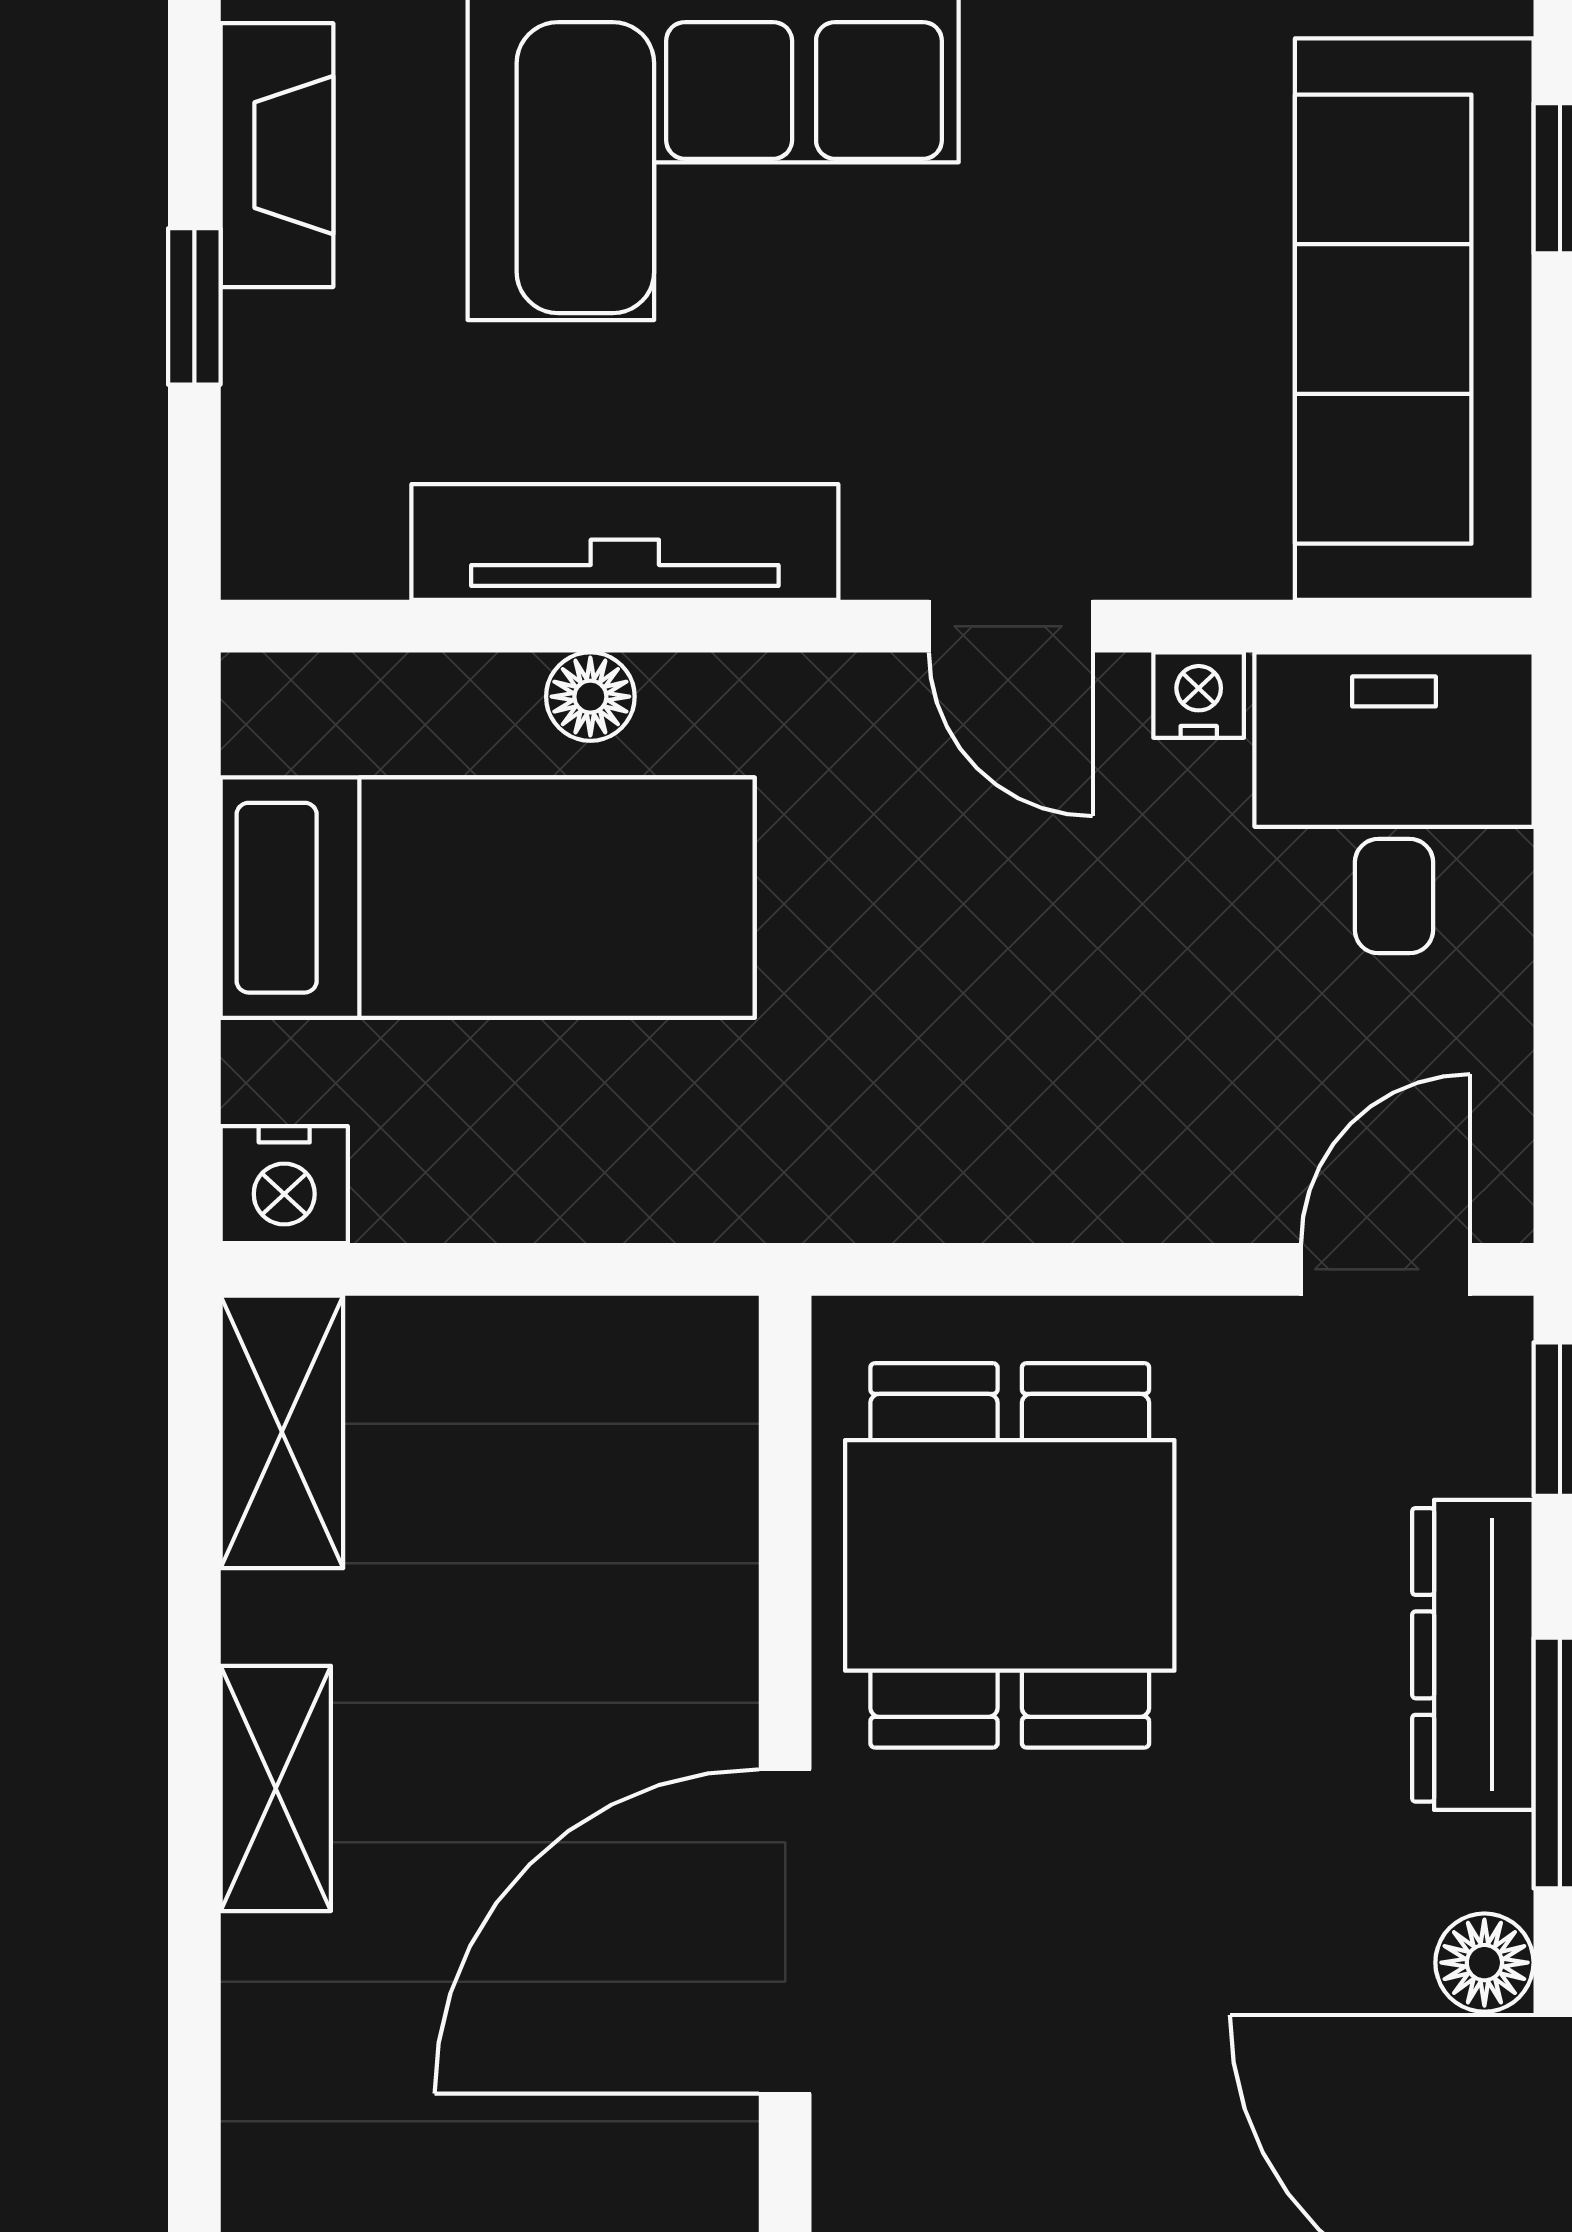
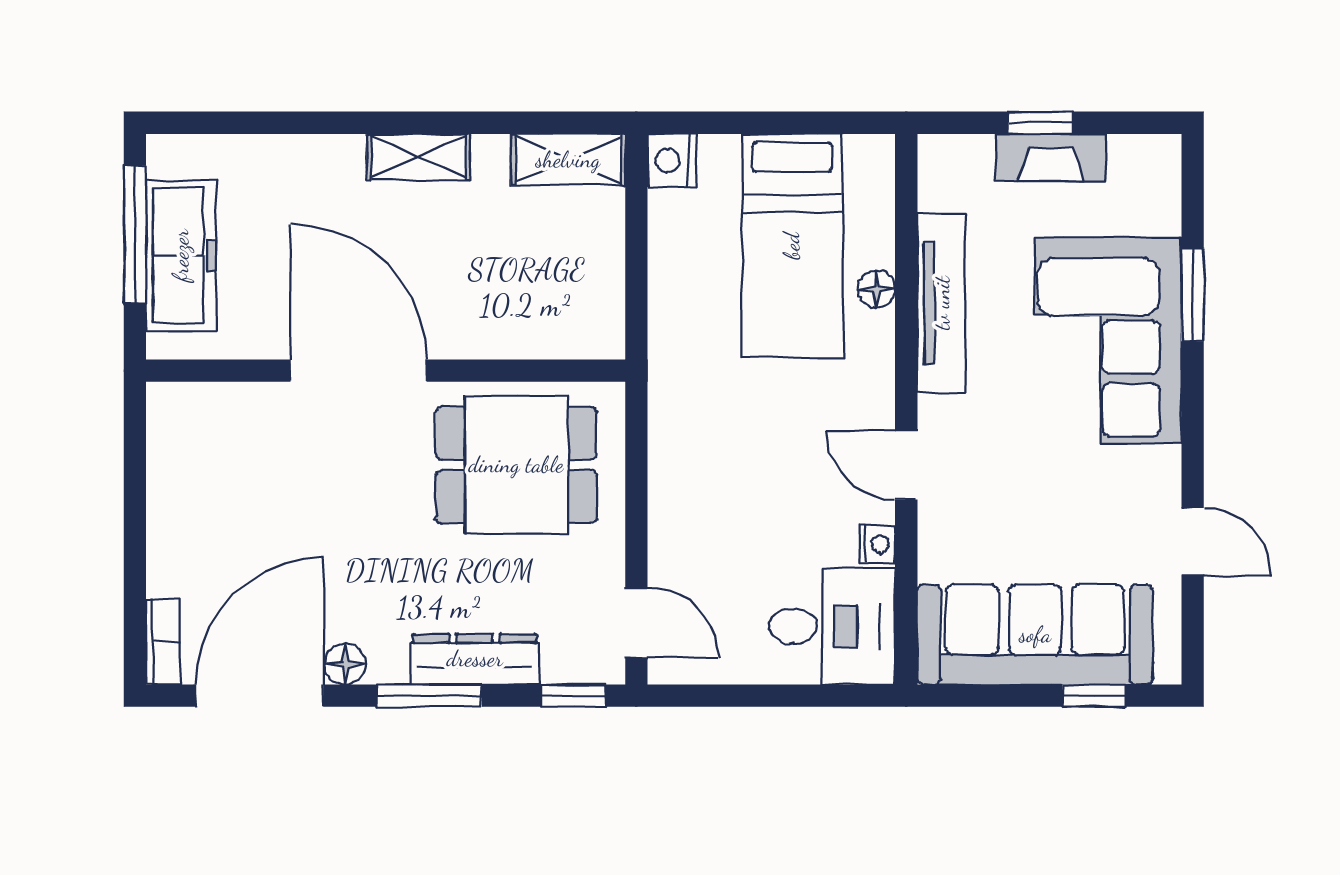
fireplace: (277, 155) -> (1051, 157), moved
door: (1011, 626) -> (906, 465), hinge flipped

